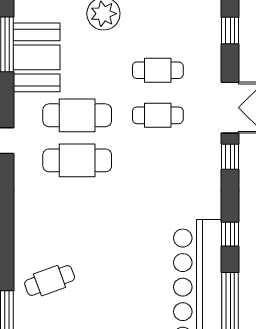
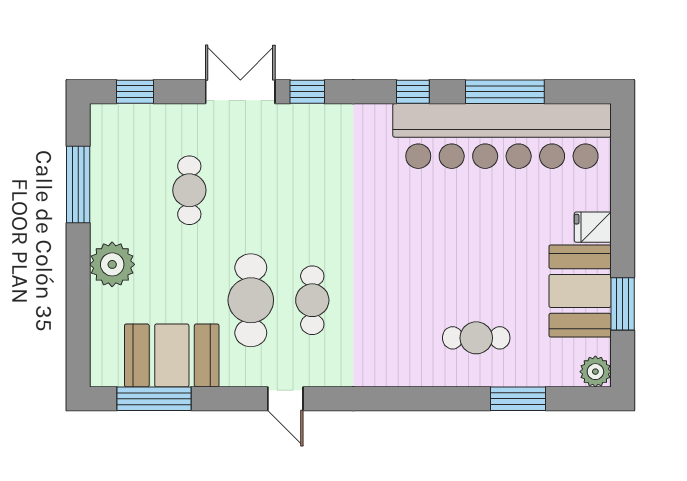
cafe table: (158, 115) -> (251, 190), removed
cafe table: (77, 160) -> (312, 300), width x0.73, depth x0.74
cafe table: (50, 281) -> (476, 338), turned -70

